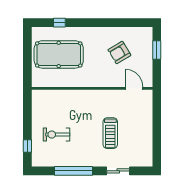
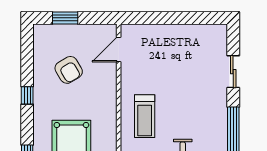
window: (101, 23) -> (27, 95), added
treadmill: (110, 133) -> (145, 116), moved, turned 90

